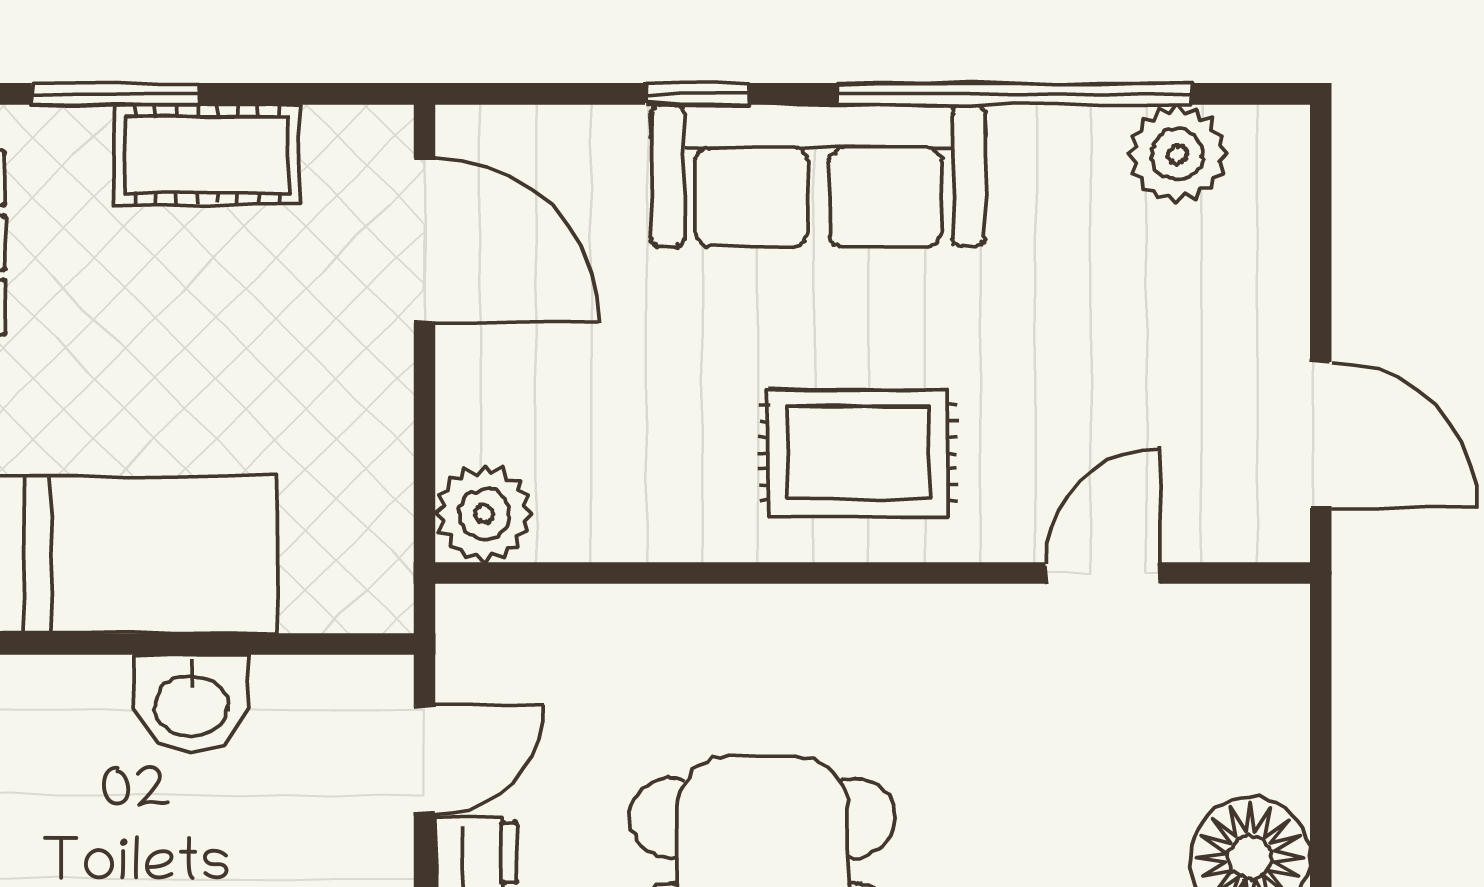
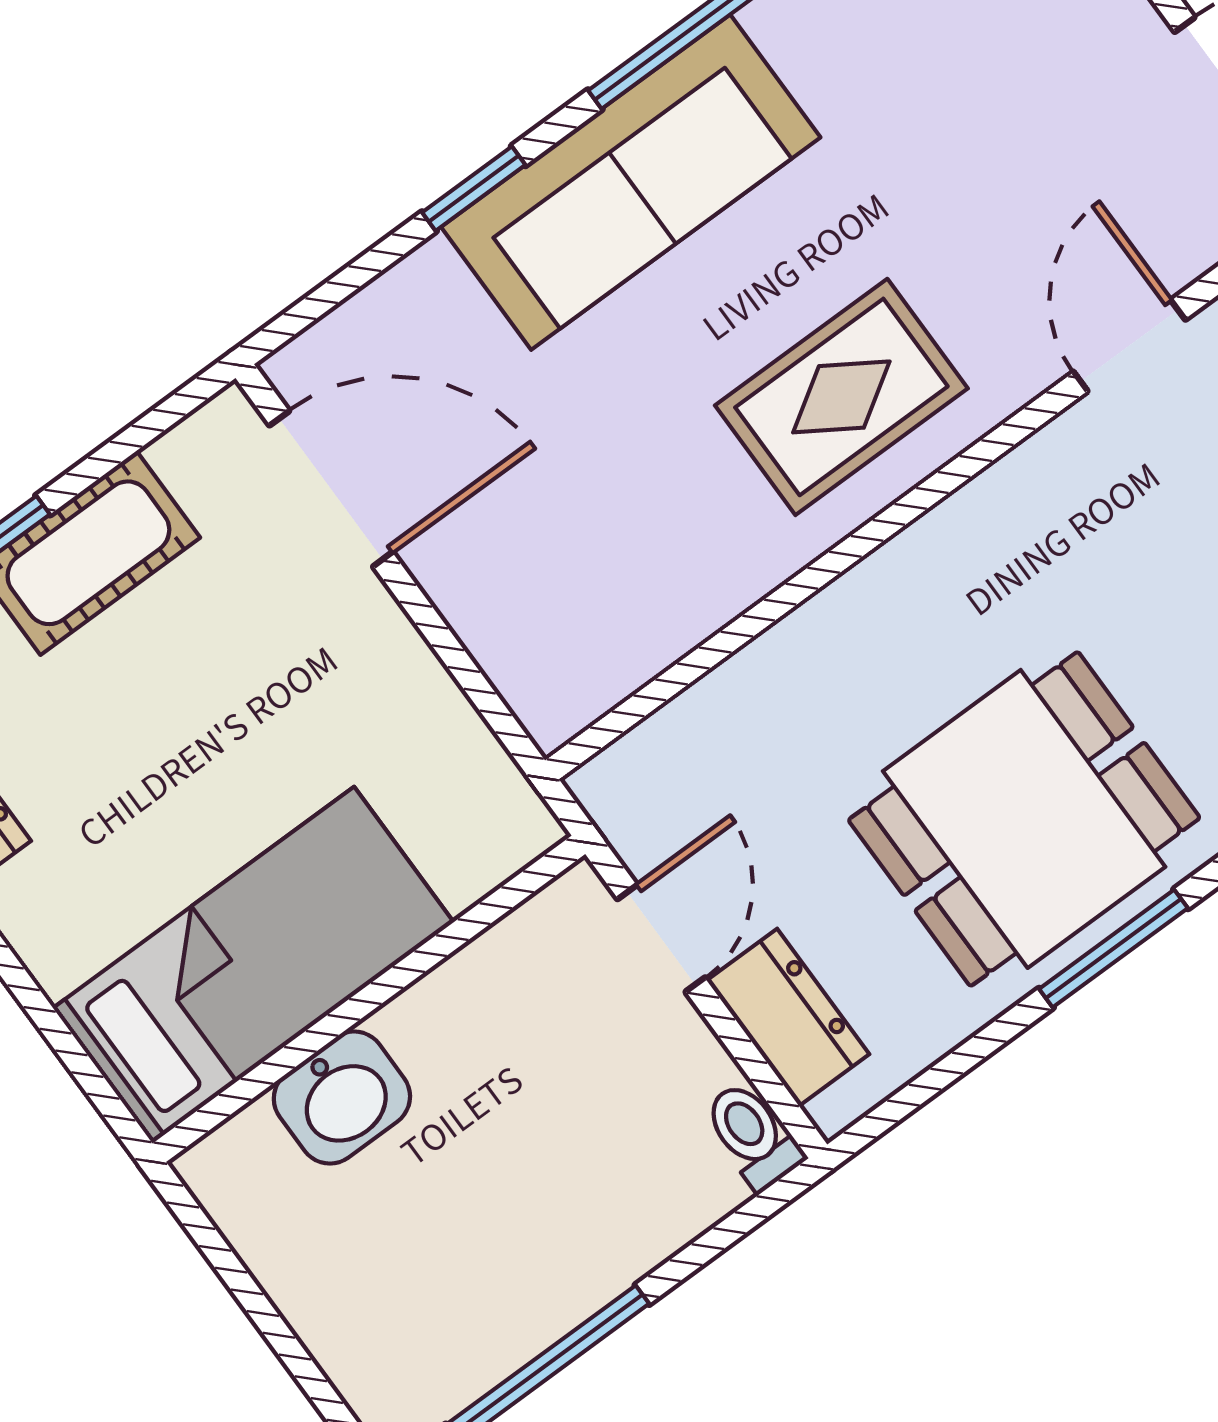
plant: (484, 514) -> (556, 687), removed
washbasin: (191, 703) -> (342, 1098), moved

